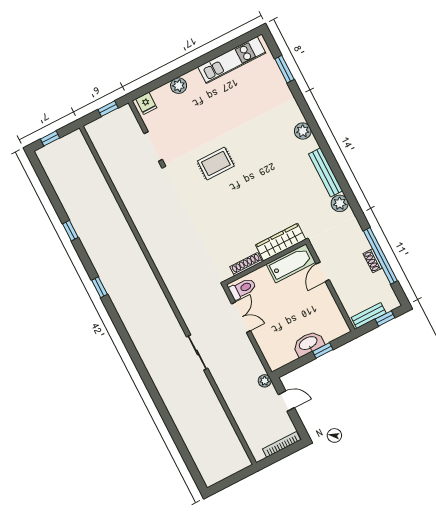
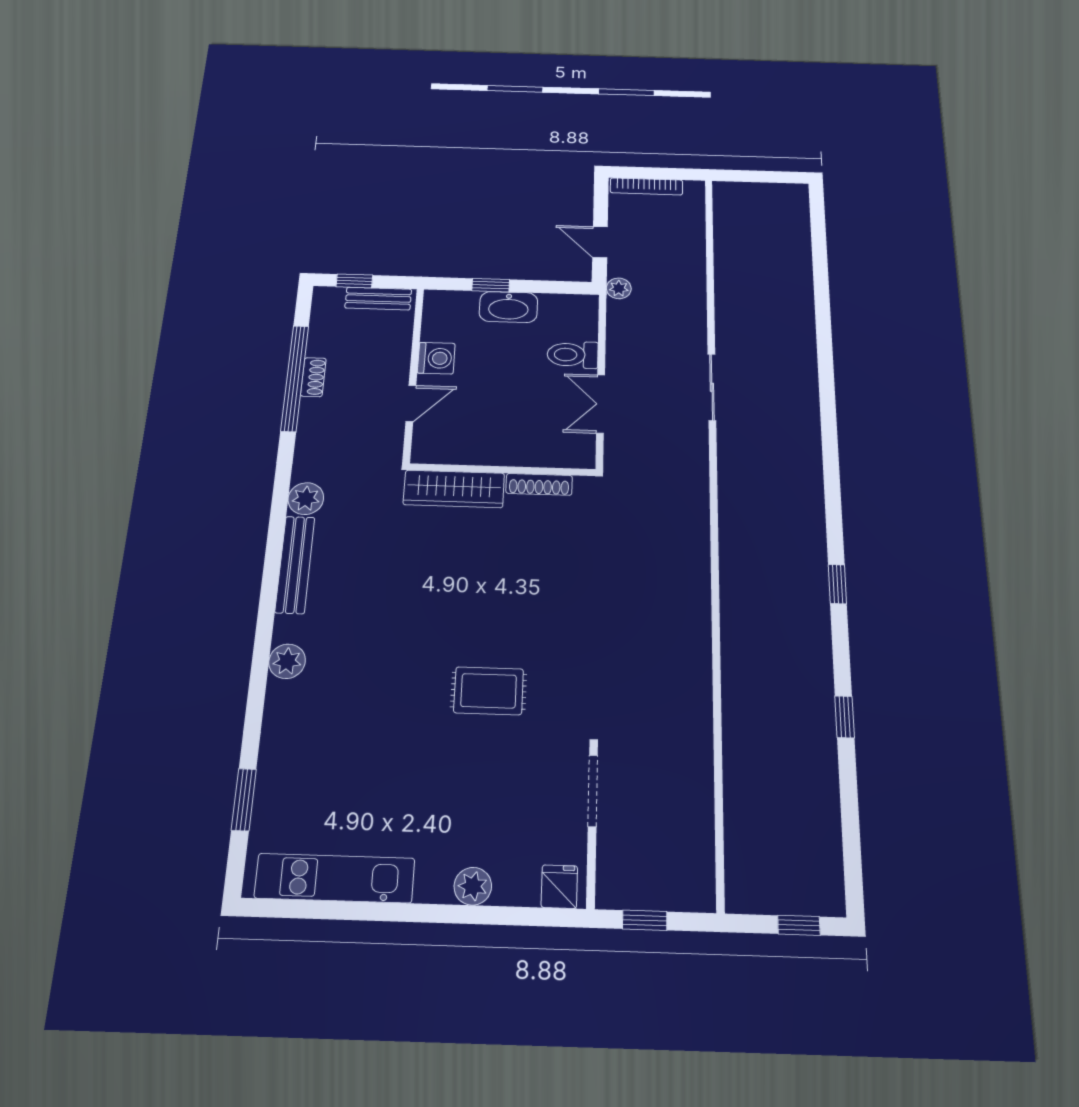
bathtub: (291, 263) -> (458, 445), removed
toilet: (243, 289) -> (573, 355), moved
washing machine: (325, 300) -> (436, 358), added

